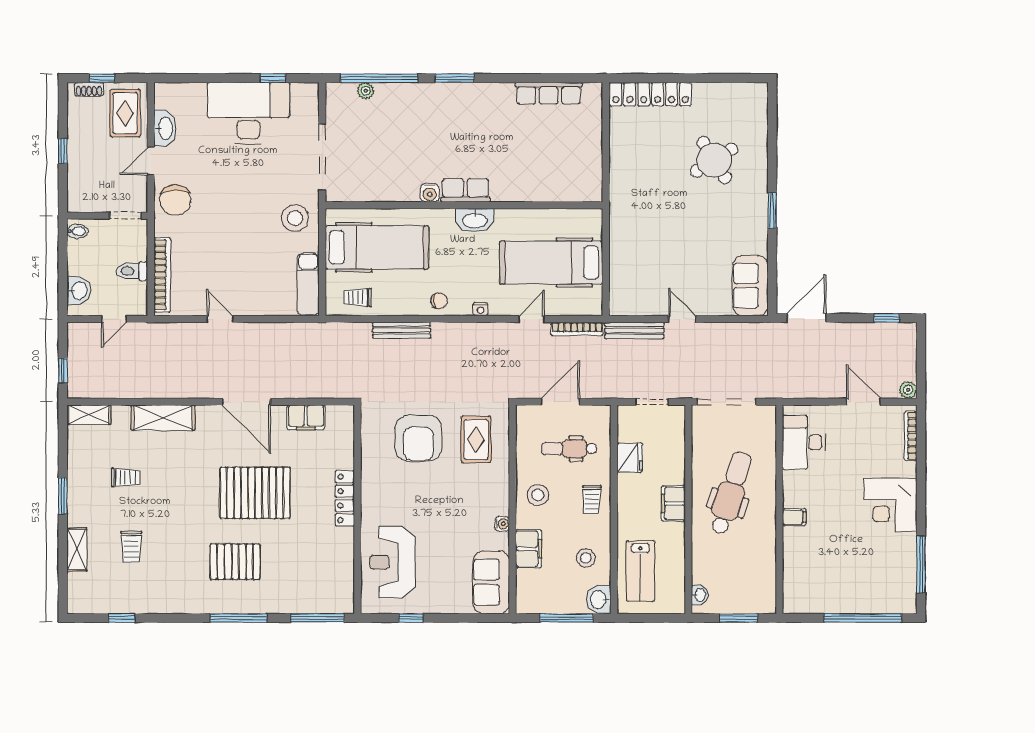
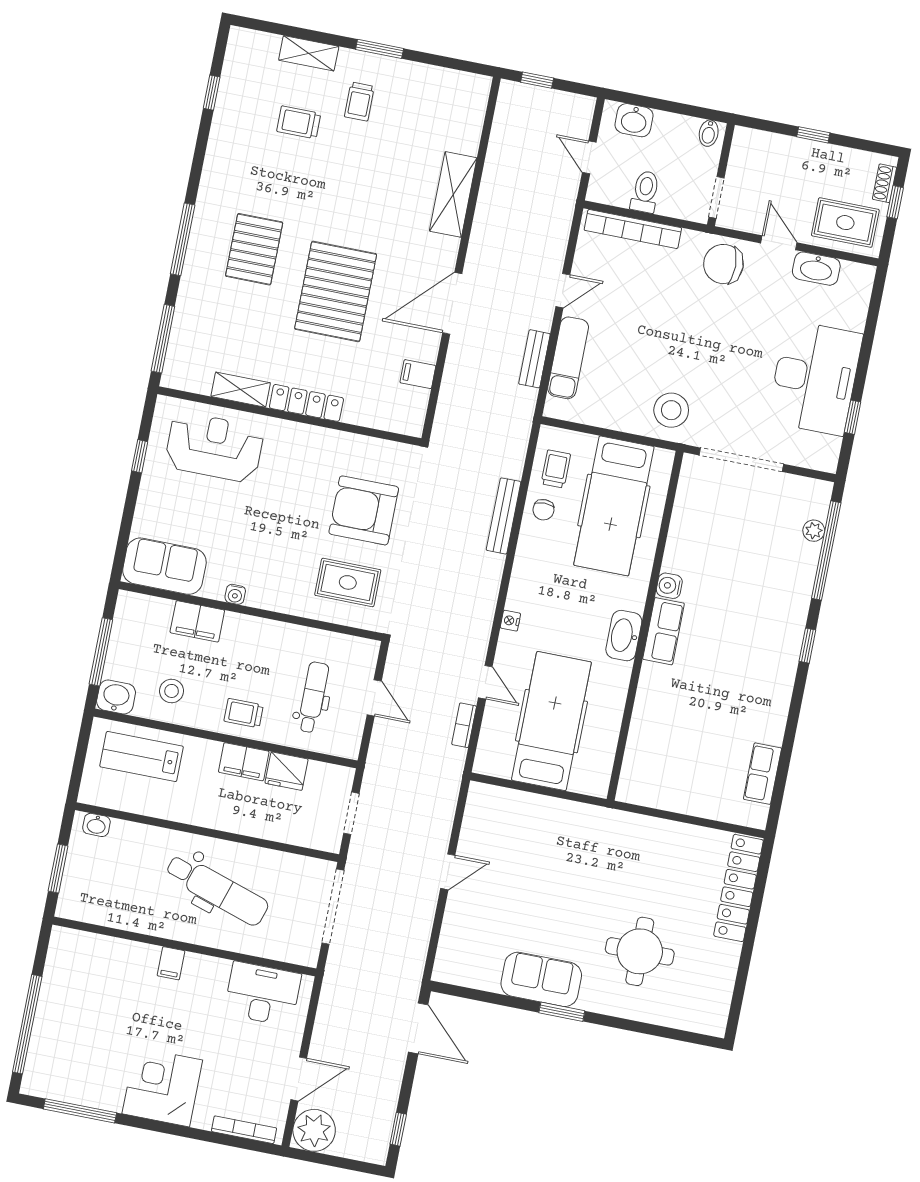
window: (455, 78) -> (807, 646), width x0.67
row of seats: (549, 93) -> (762, 774), width x0.68
round table: (714, 160) -> (640, 951), turned 32
exam couch: (308, 284) -> (568, 358), moved, turned 90
sofa: (750, 286) -> (541, 979), moved
chair: (439, 301) -> (543, 510), moved
bookcase: (577, 329) -> (464, 725), width x0.64
bench: (634, 330) -> (534, 359), moved, width x0.73
plant: (908, 390) -> (314, 1130), width x1.87, depth x1.87
door: (560, 402) -> (374, 698), width x0.73
shelving: (89, 415) -> (241, 390), moved, turned 90
filing cabinet: (306, 417) -> (418, 374), width x0.50
trolley: (126, 478) -> (359, 102), moved
stool: (538, 495) -> (263, 646), removed
filing cabinet: (673, 503) -> (244, 762), moved, turned 180

